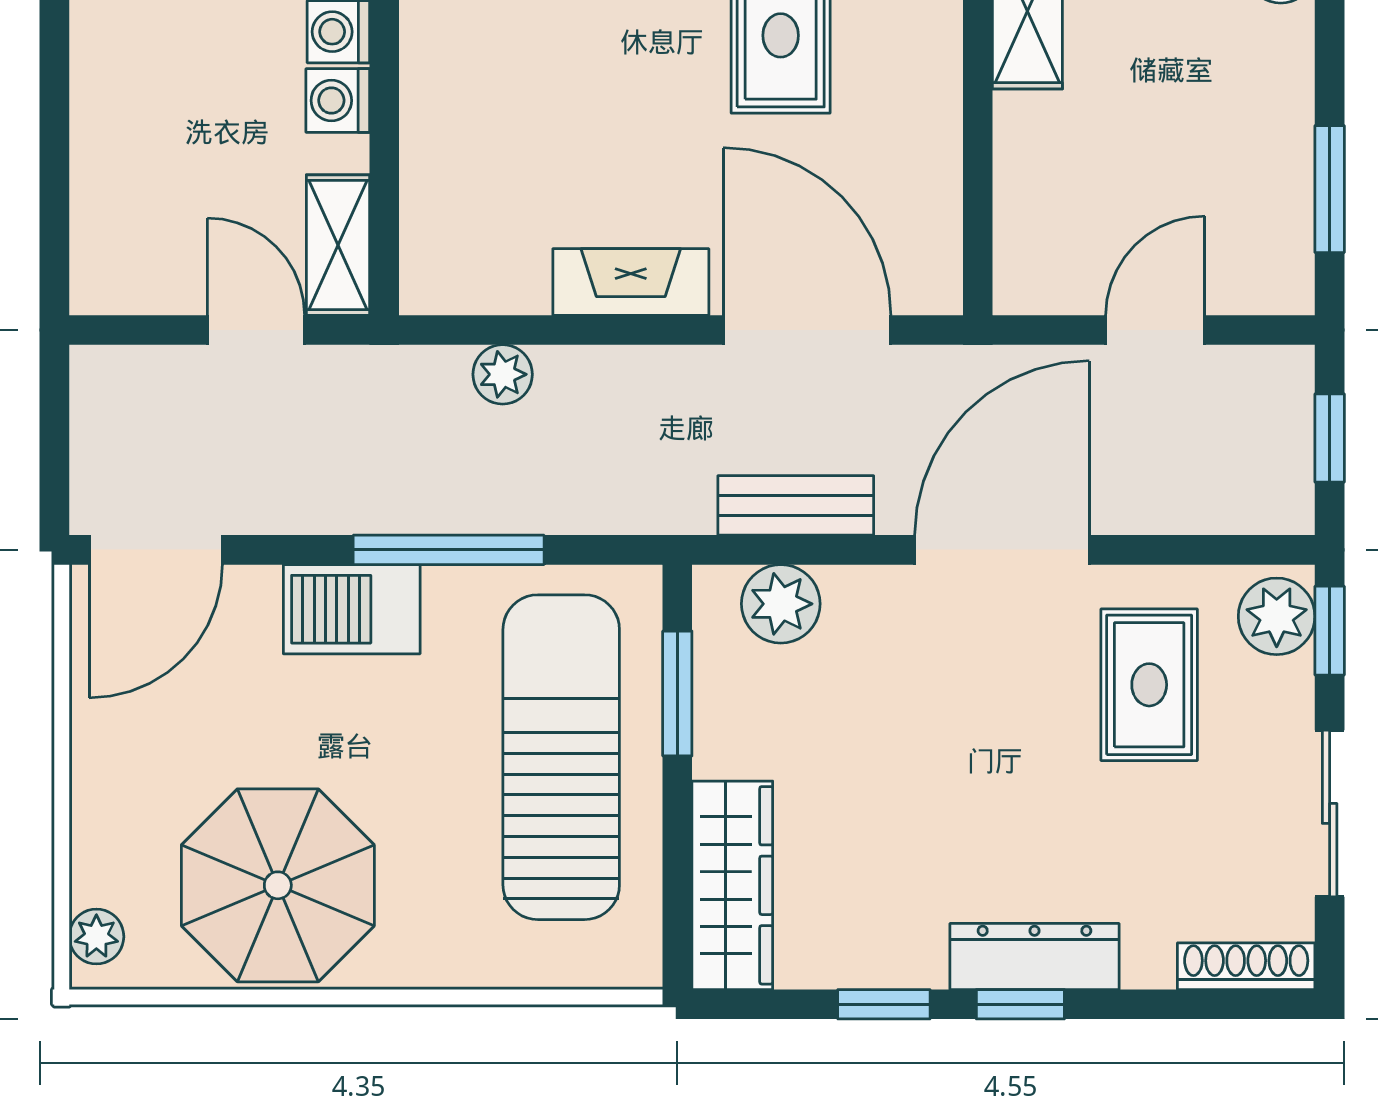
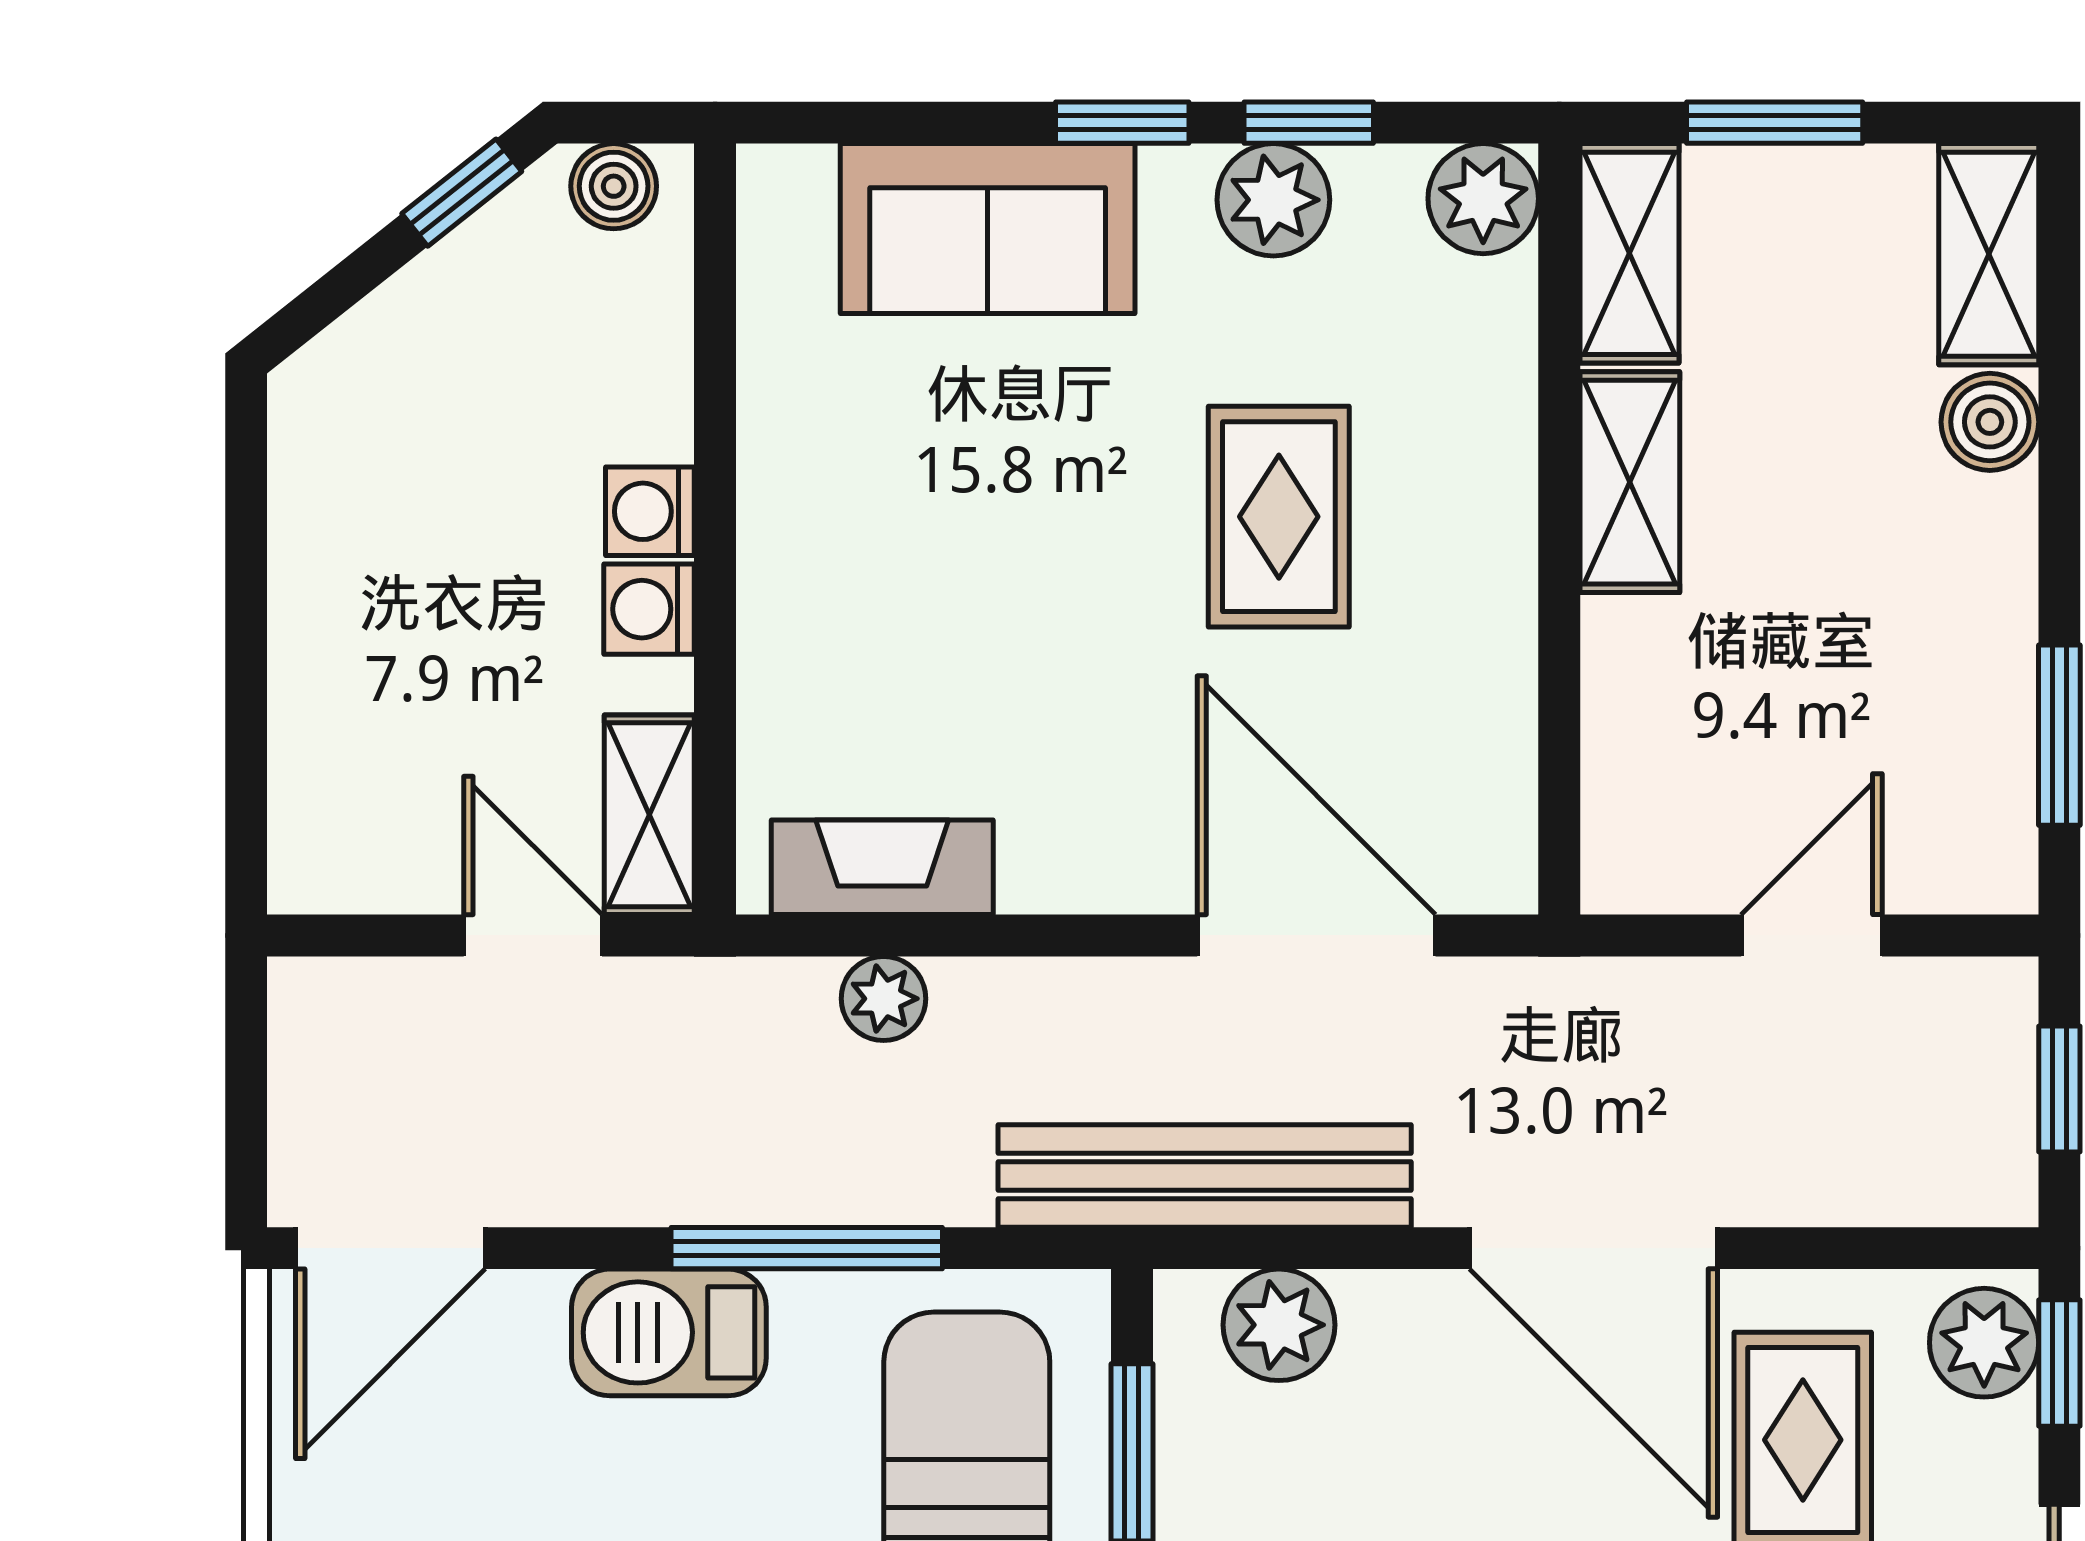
fireplace: (631, 282) -> (882, 867), moved
bench: (796, 505) -> (1205, 1176), width x1.86, depth x1.21
door: (1002, 550) -> (1594, 1248), swing flipped

